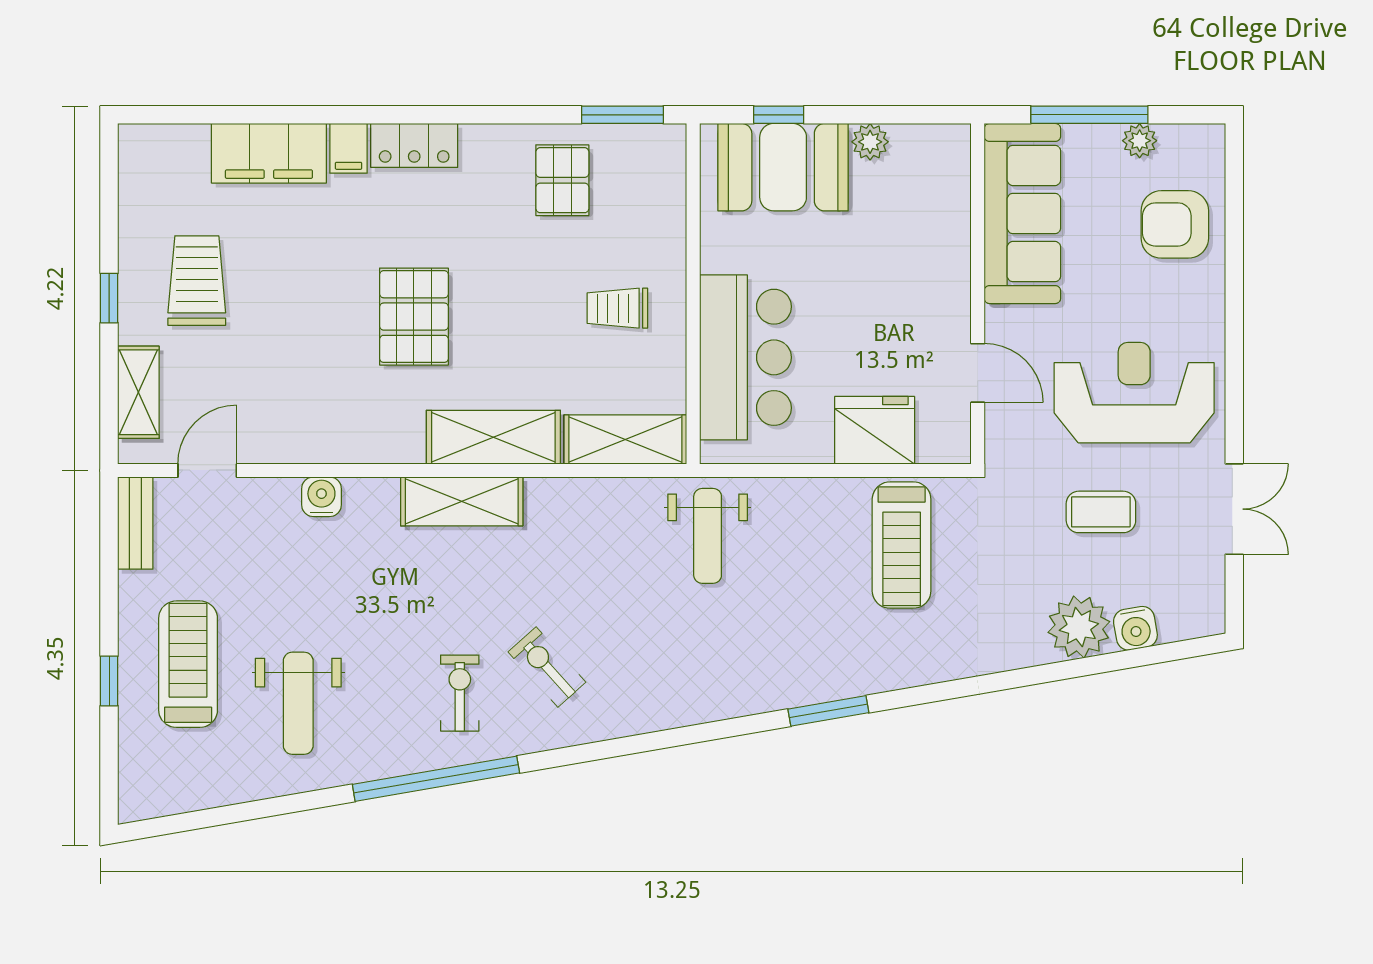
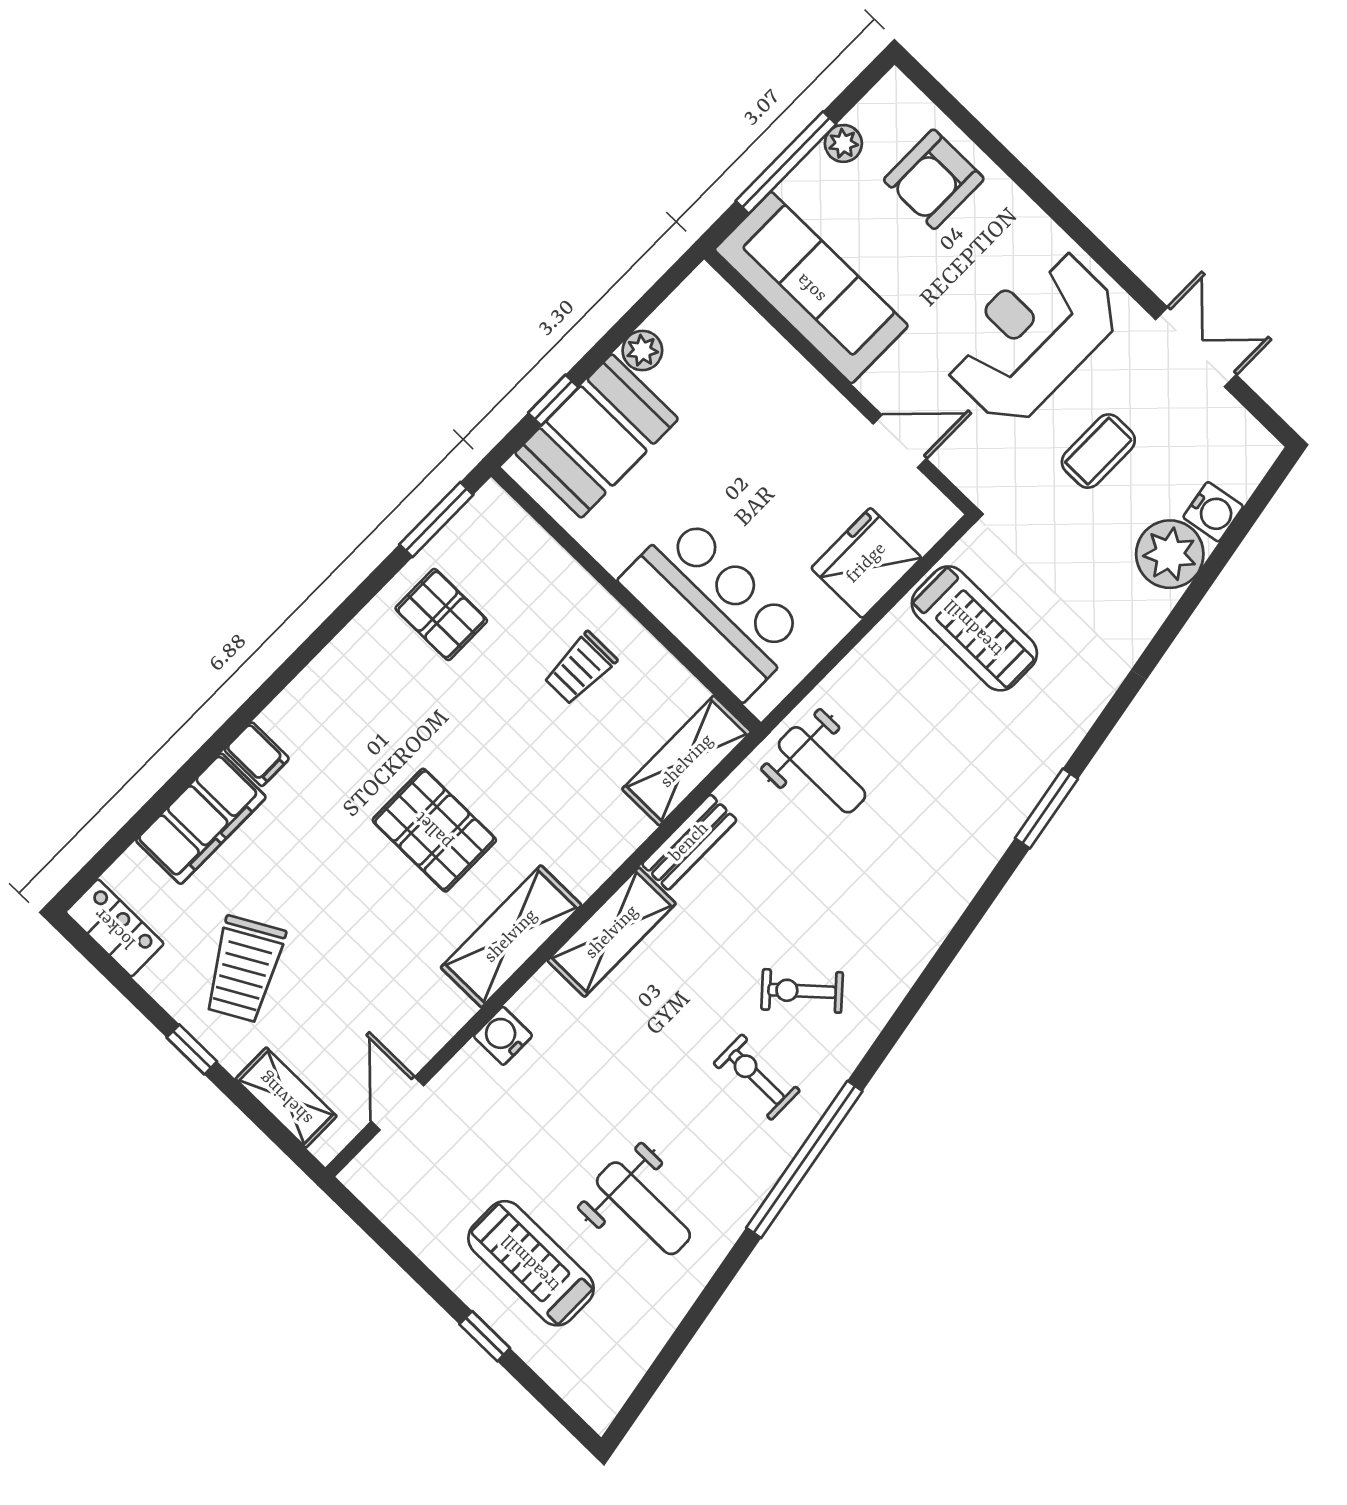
locker: (414, 145) -> (115, 928), moved, turned -90
trolley: (197, 281) -> (244, 969), turned -119
shelving: (493, 437) -> (511, 936), moved
bench: (135, 523) -> (689, 842), moved, turned 90

